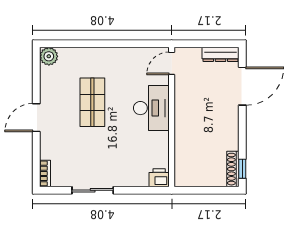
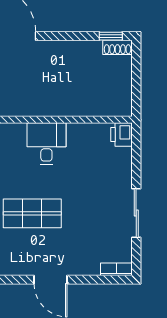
desk: (151, 108) -> (46, 144), width x0.73
shoe rack: (233, 169) -> (118, 47), width x0.70

